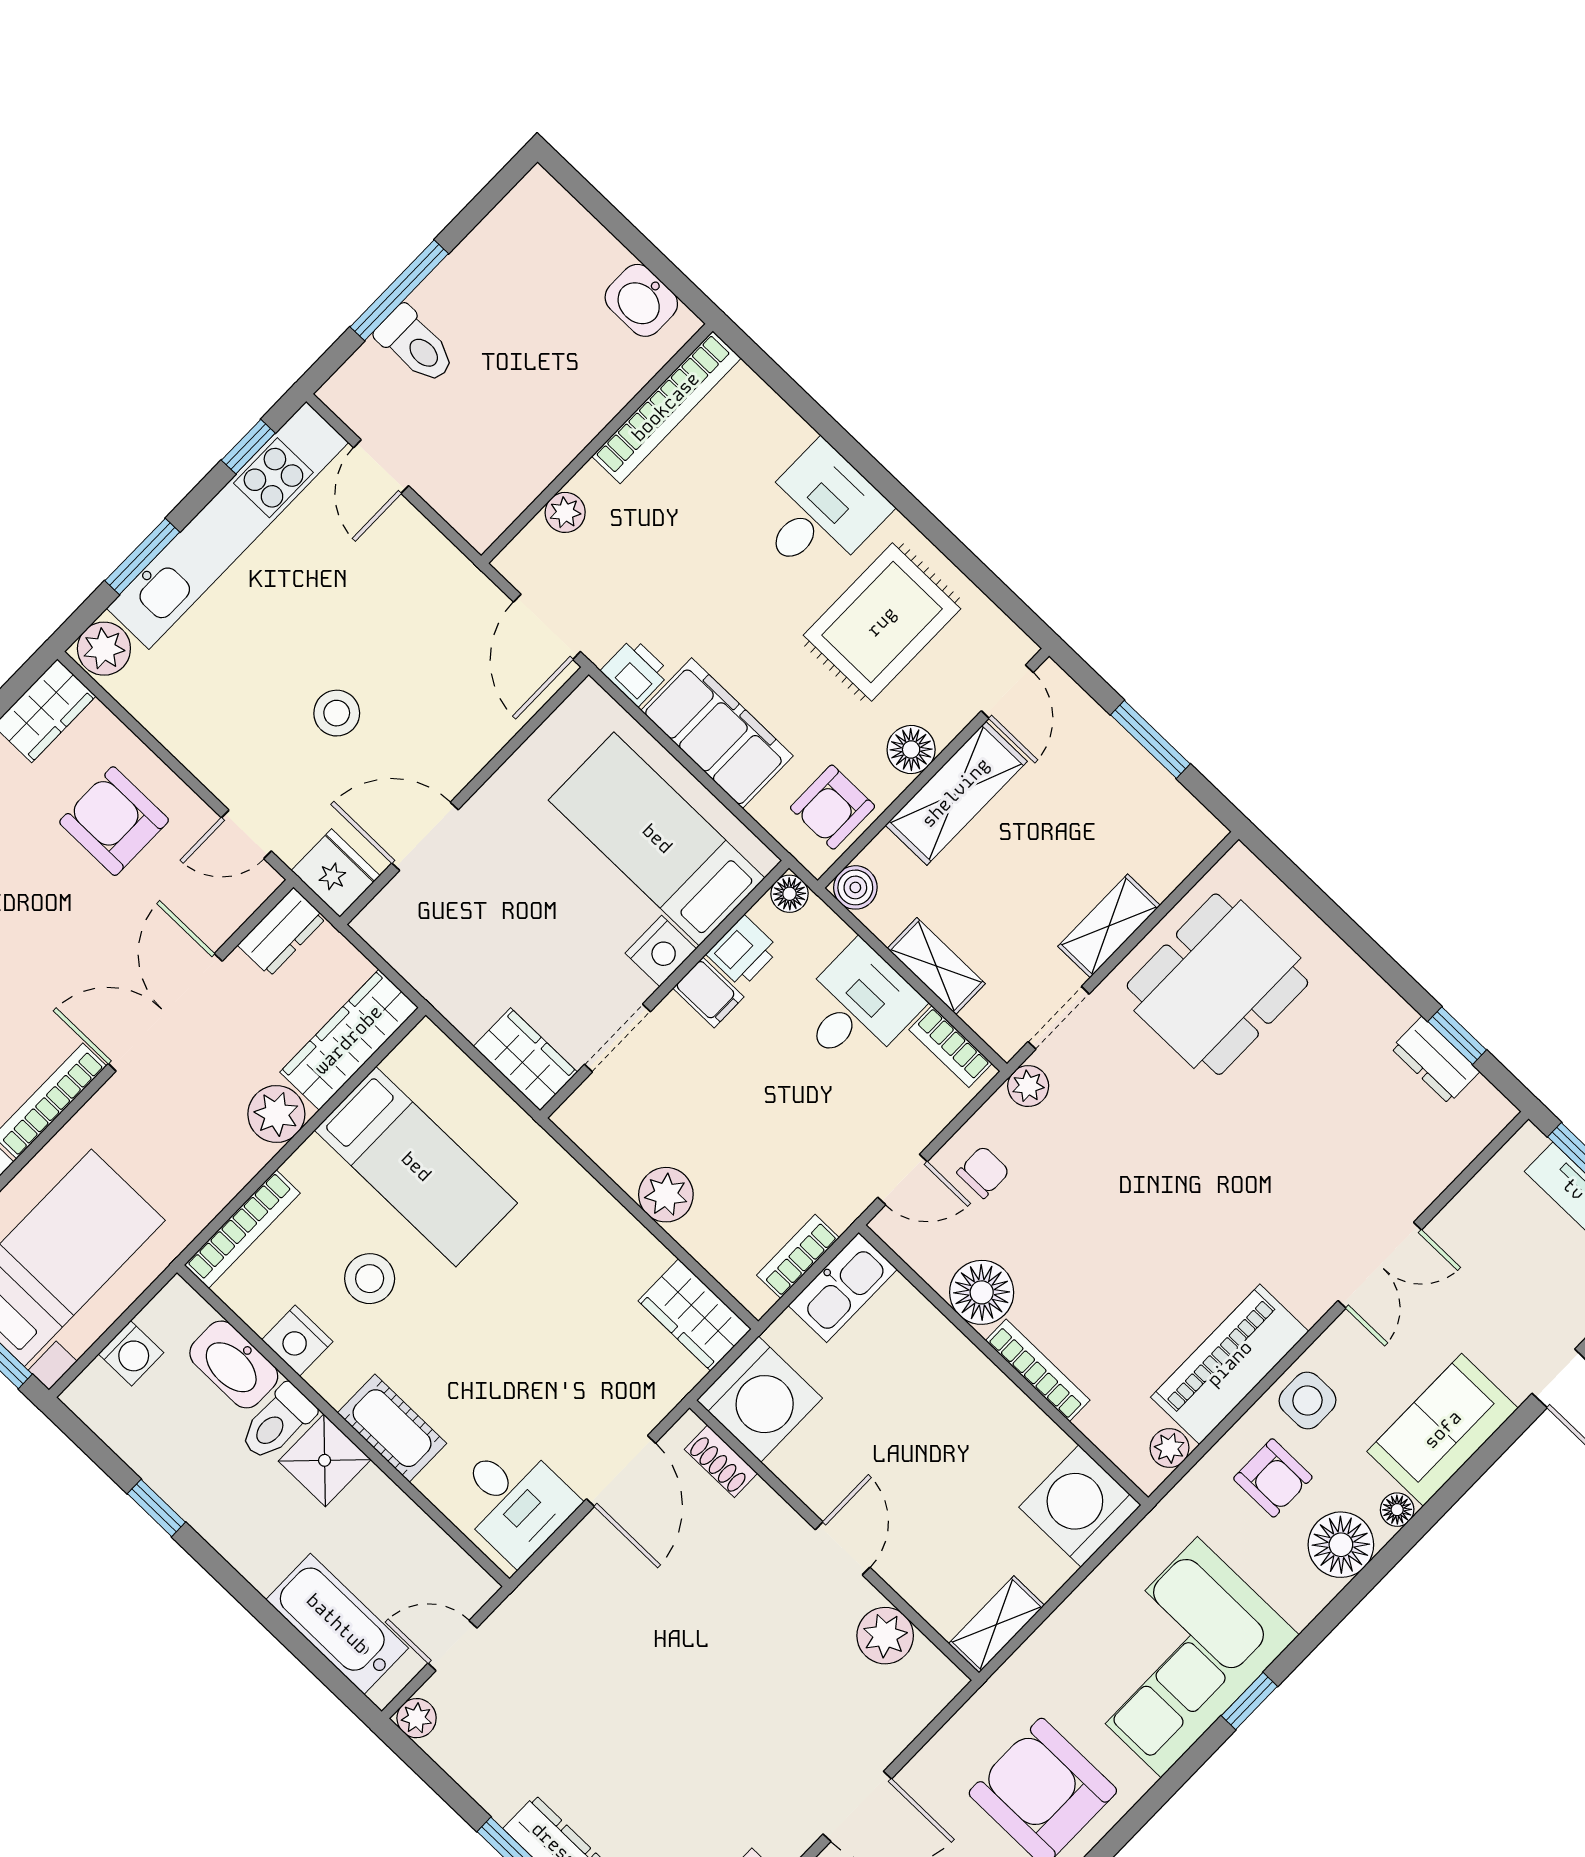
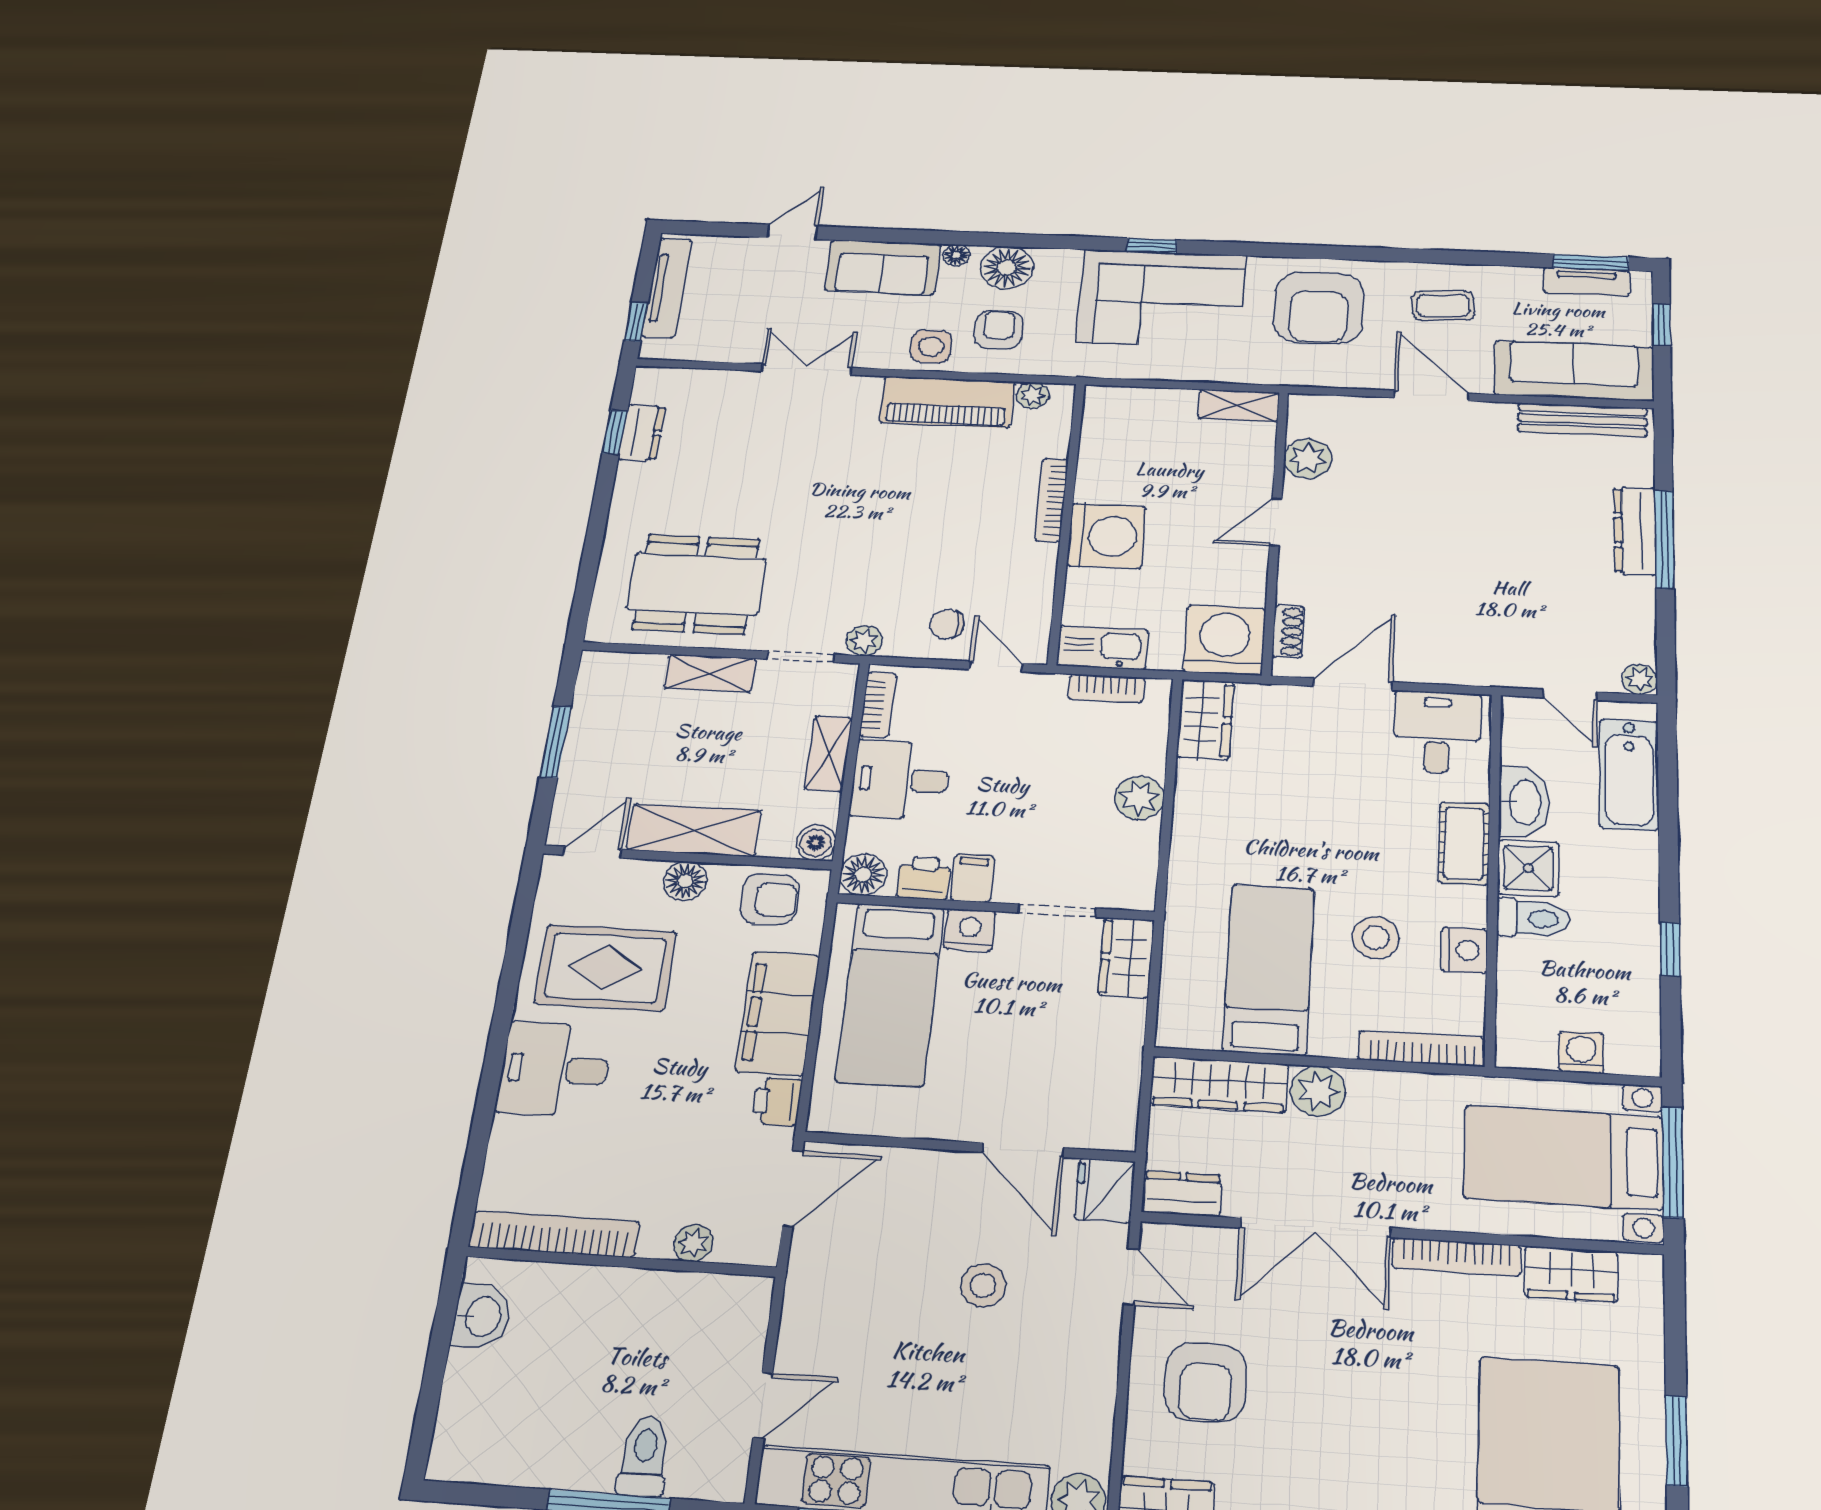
floor lamp: (789, 894) -> (863, 875), width x1.37, depth x1.37
floor lamp: (982, 1292) -> (1030, 567), removed
washbasin: (234, 1364) -> (1524, 802), moved
washing machine: (1080, 1506) -> (1106, 536), moved, turned -90

